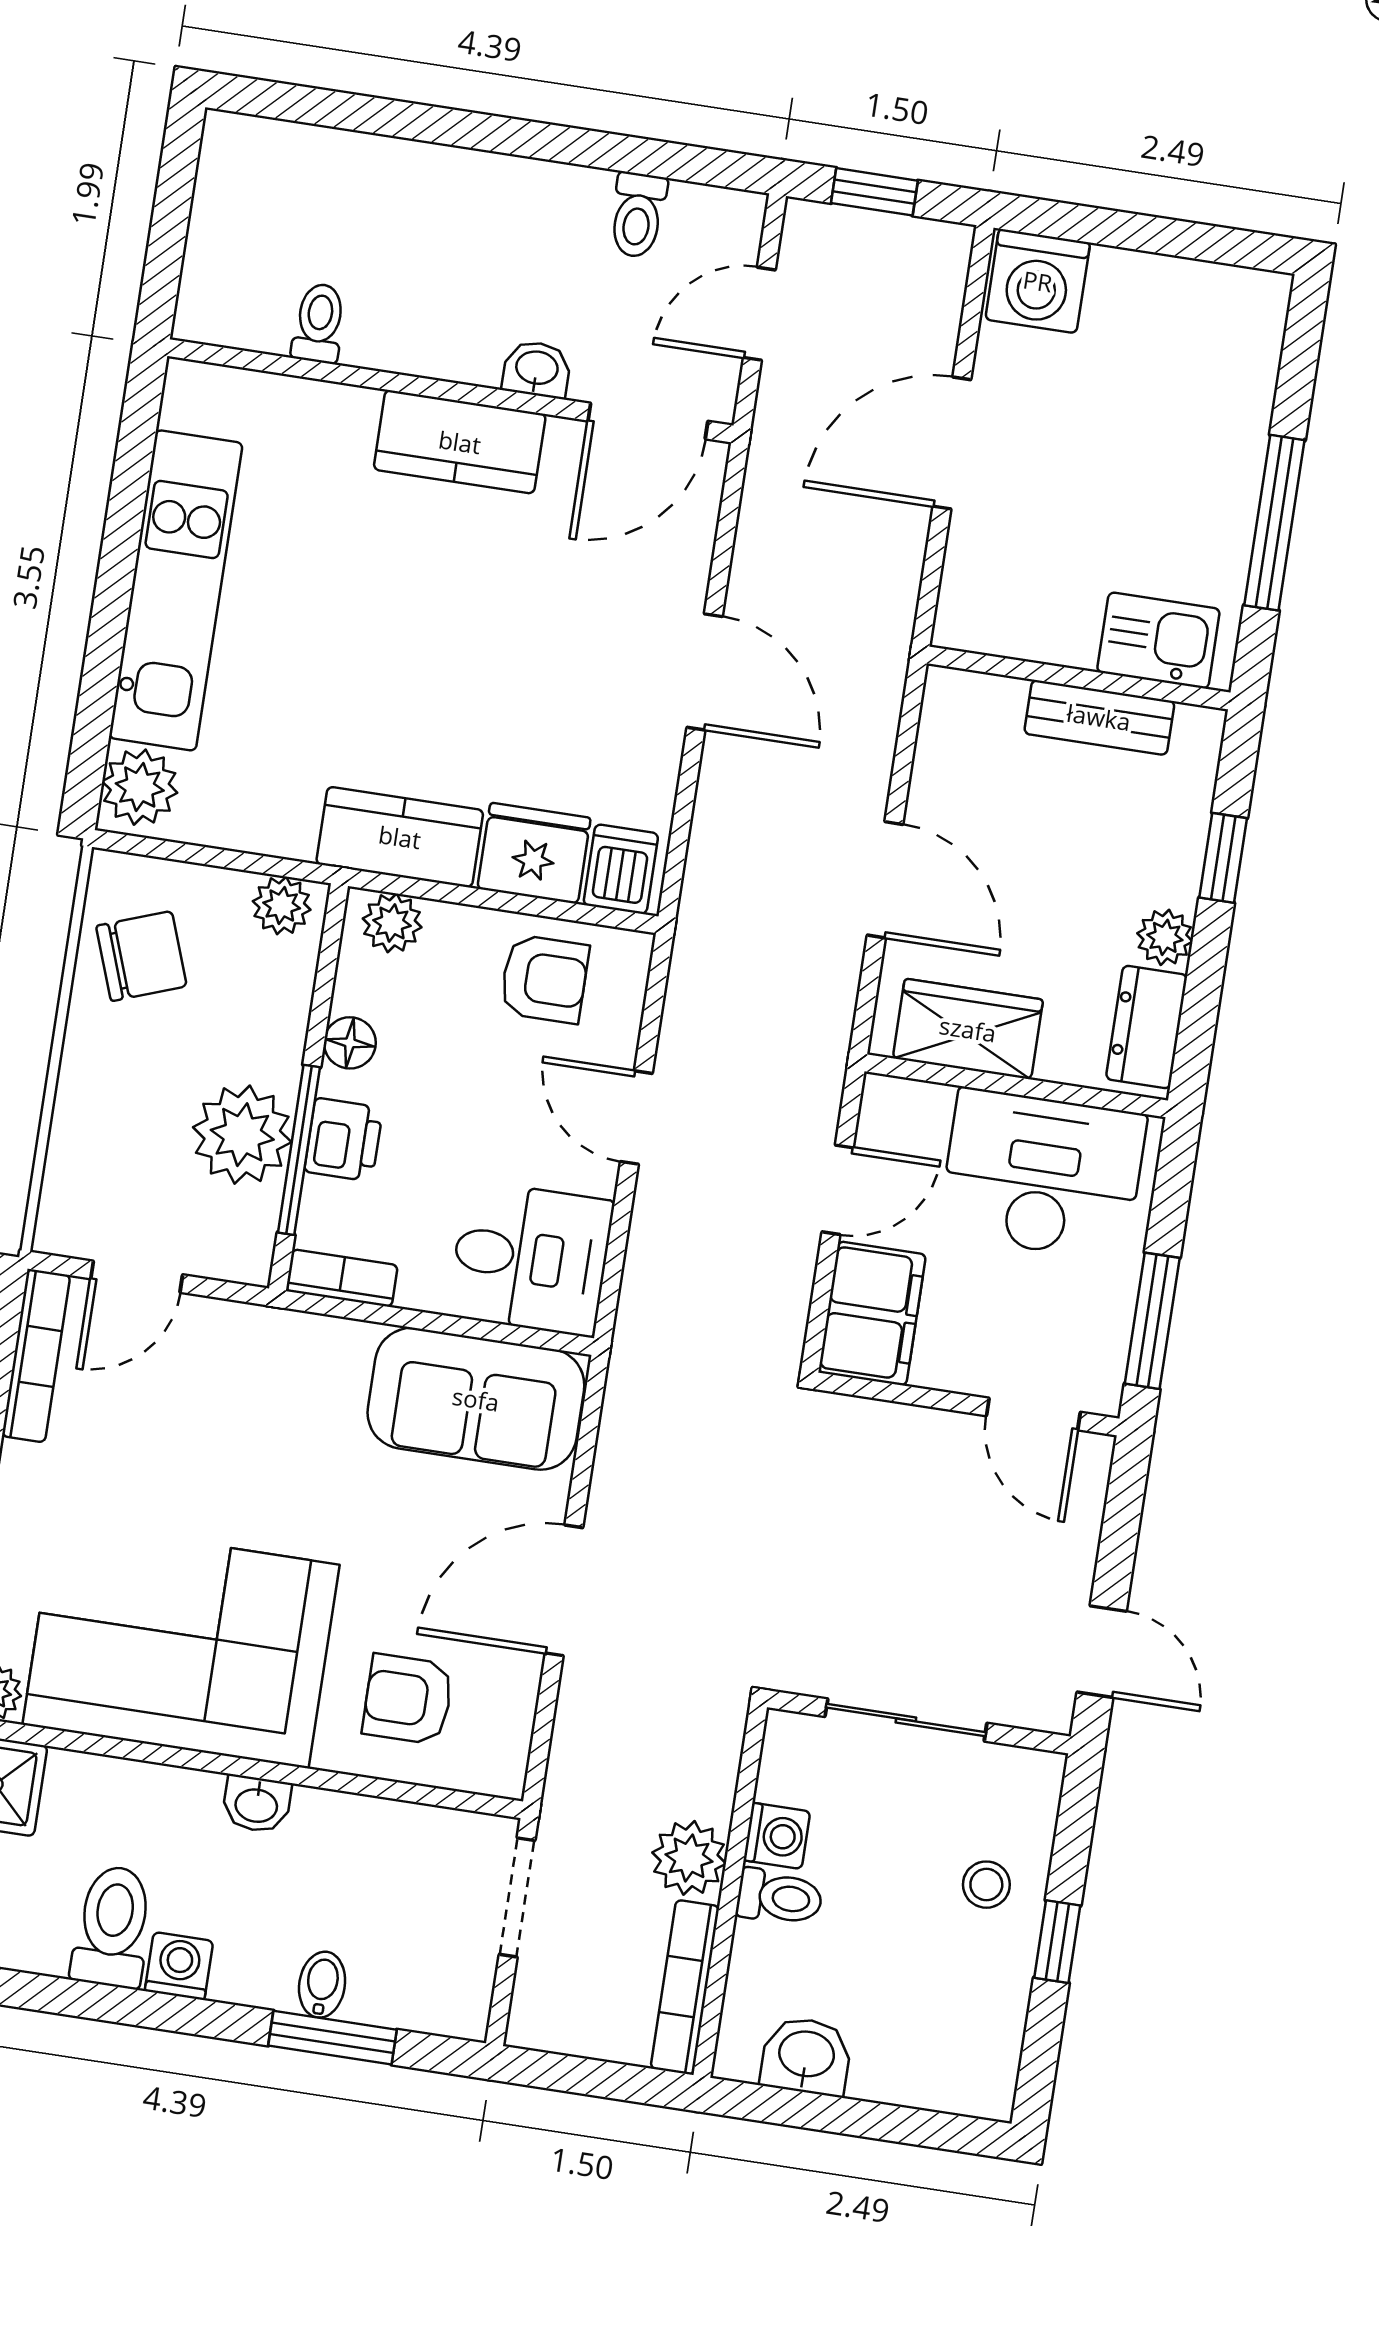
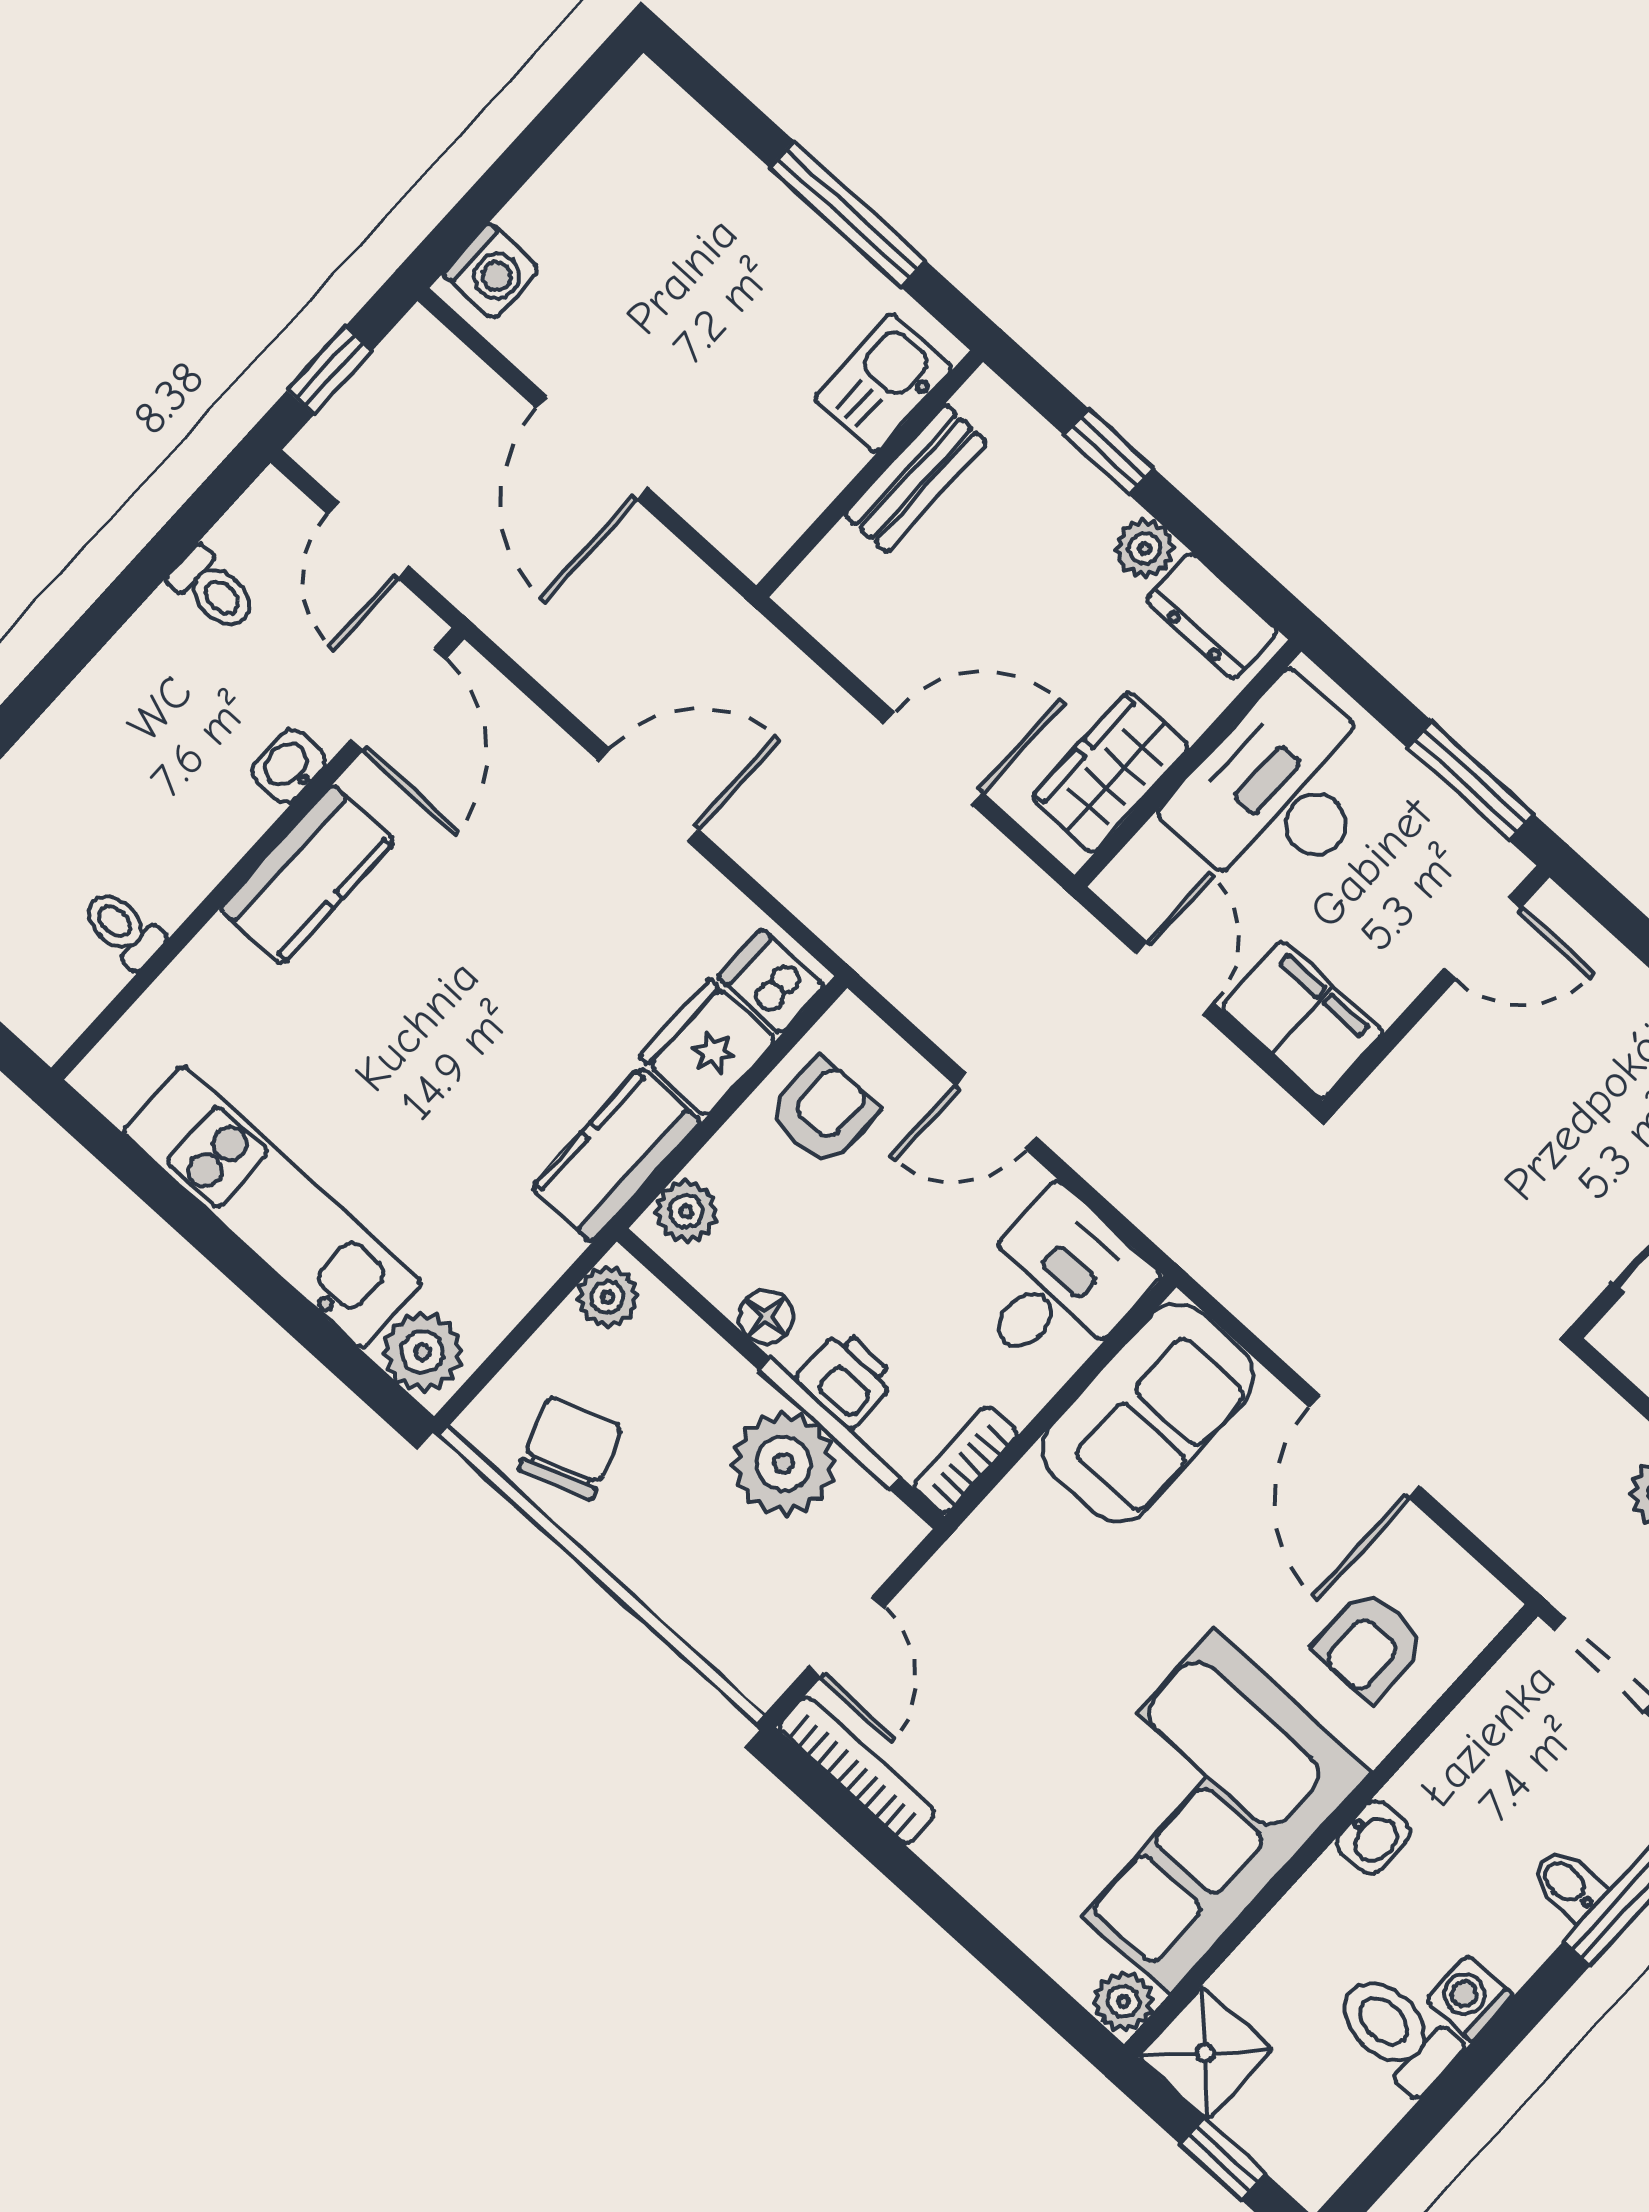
washing machine: (1038, 281) -> (492, 271), width x0.73, depth x0.73

